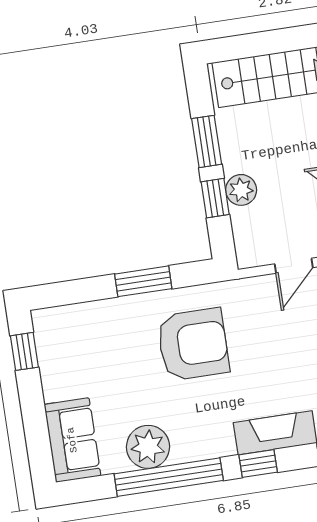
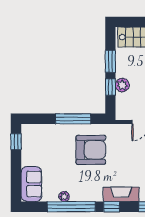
window: (143, 281) -> (73, 119), width x1.44
plant: (148, 447) -> (64, 197), width x0.53, depth x0.53

